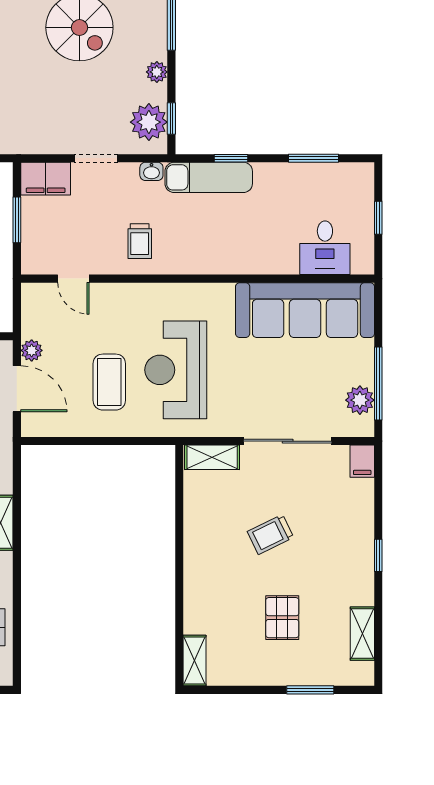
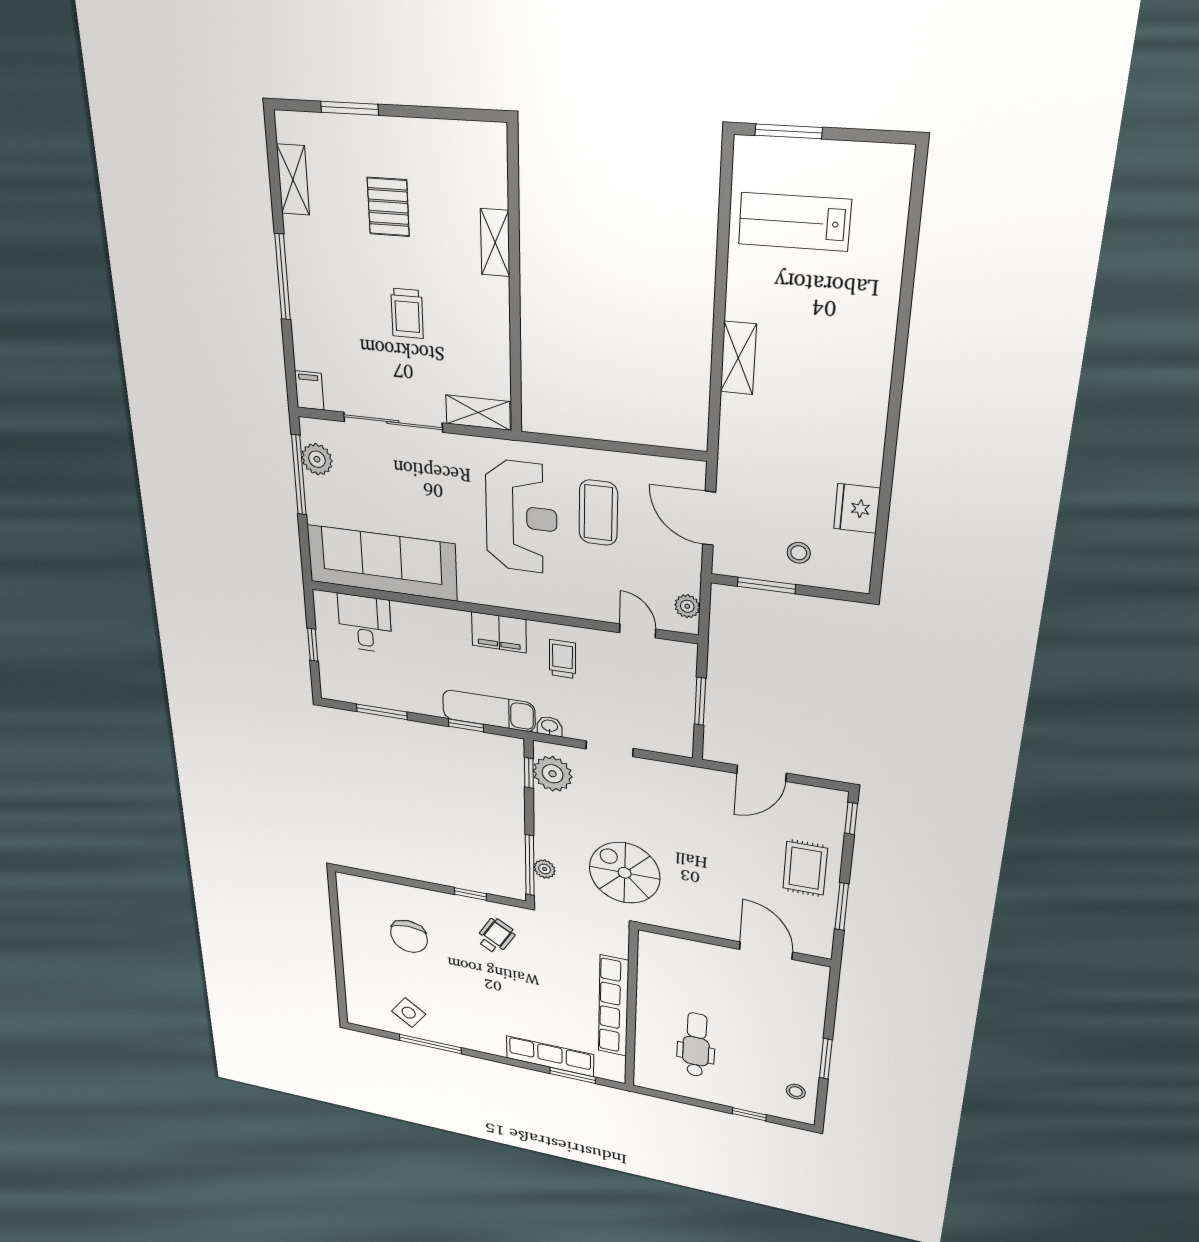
plant: (157, 72) -> (545, 869), moved
filing cabinet: (46, 179) -> (499, 632), moved, turned 180
plant: (32, 350) -> (687, 606), moved
trolley: (270, 534) -> (407, 313), turned 116
window: (378, 555) -> (283, 277), width x2.17
shelving: (195, 661) -> (495, 243), moved

